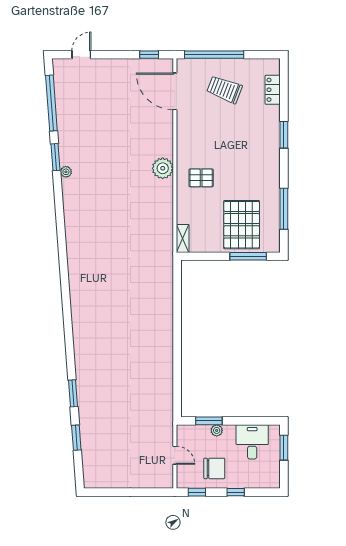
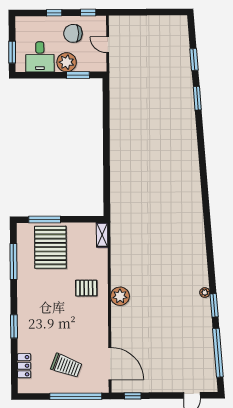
plant: (217, 430) -> (67, 62), width x1.88, depth x1.88

